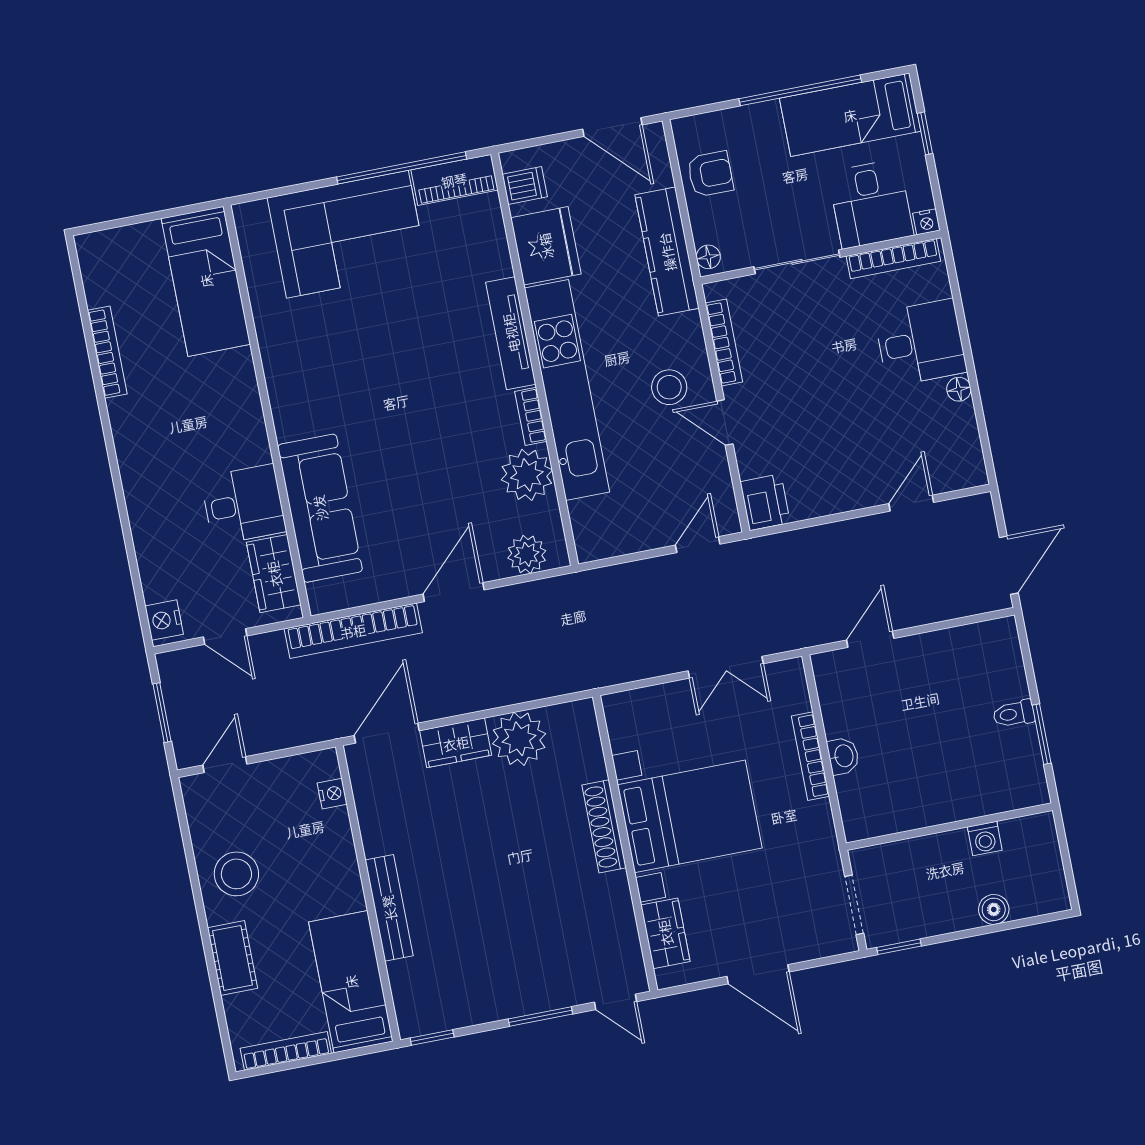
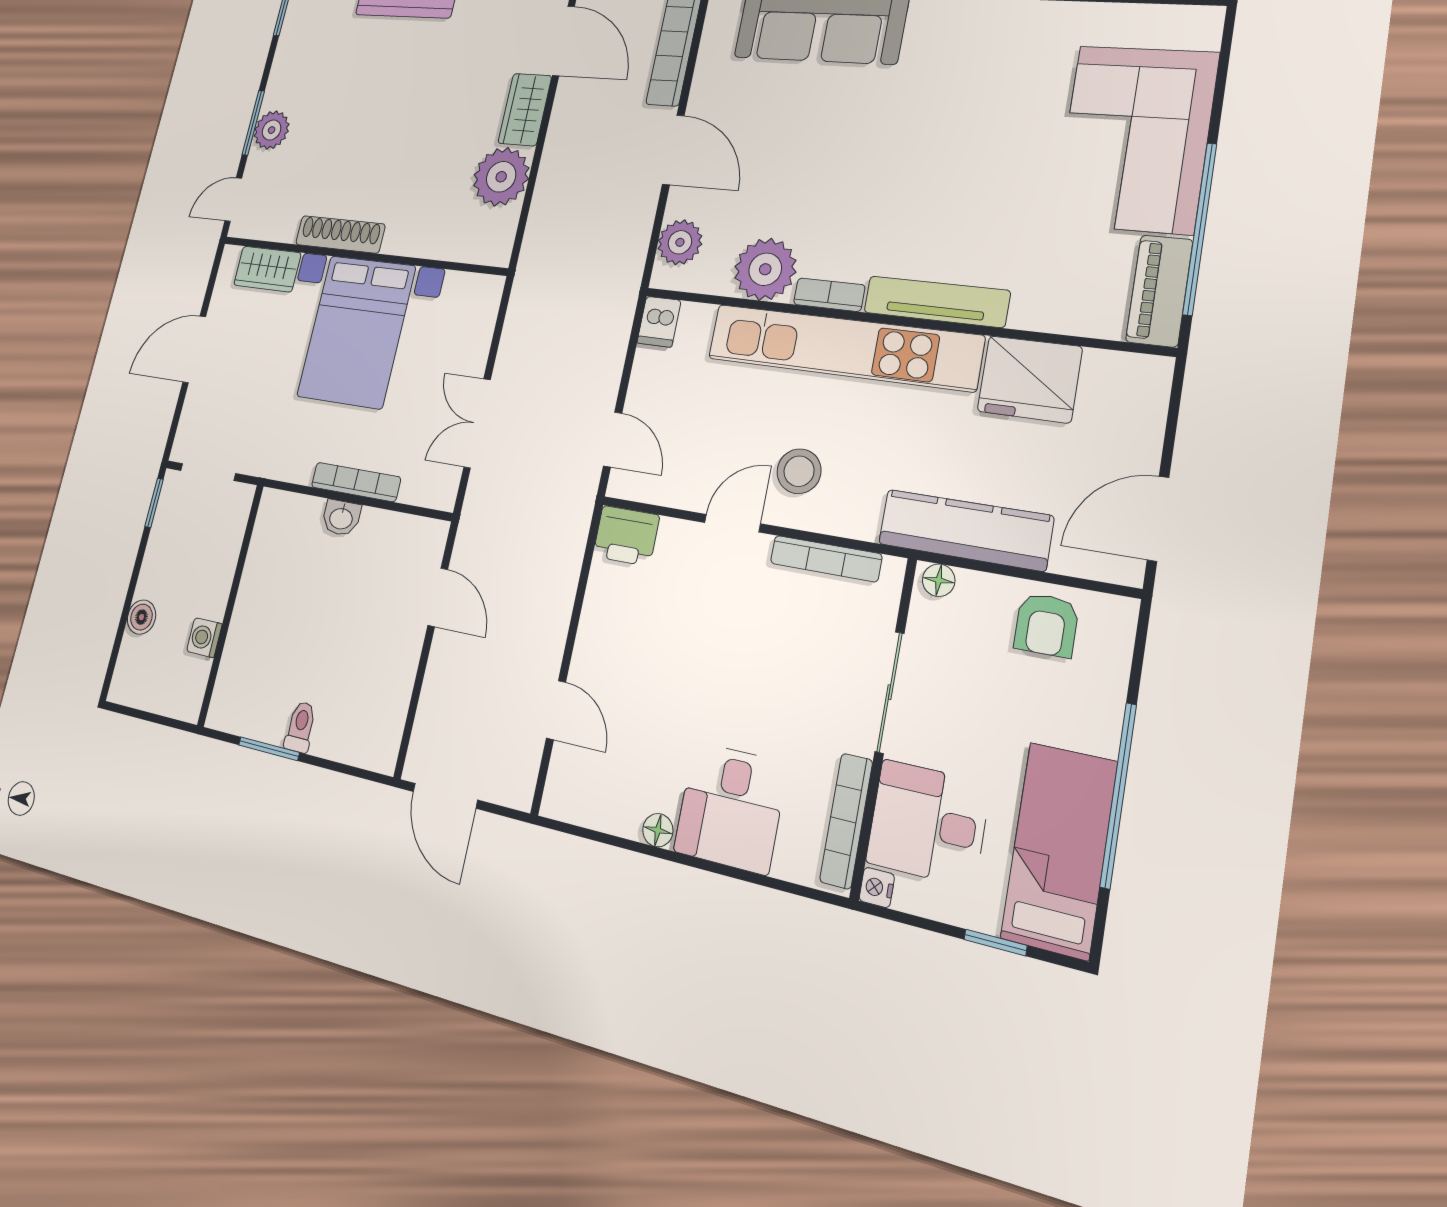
dishwasher: (525, 186) -> (659, 322), moved
shoe rack: (604, 826) -> (340, 234), moved
plant: (542, 993) -> (272, 130), added

